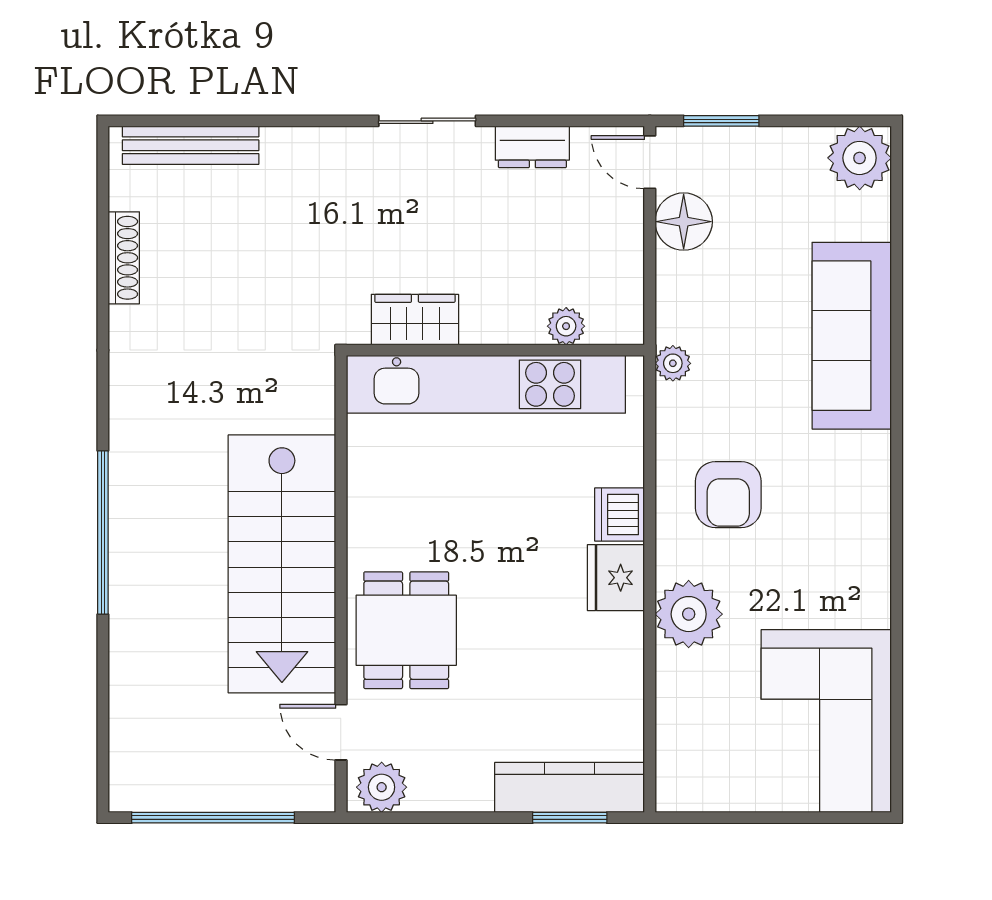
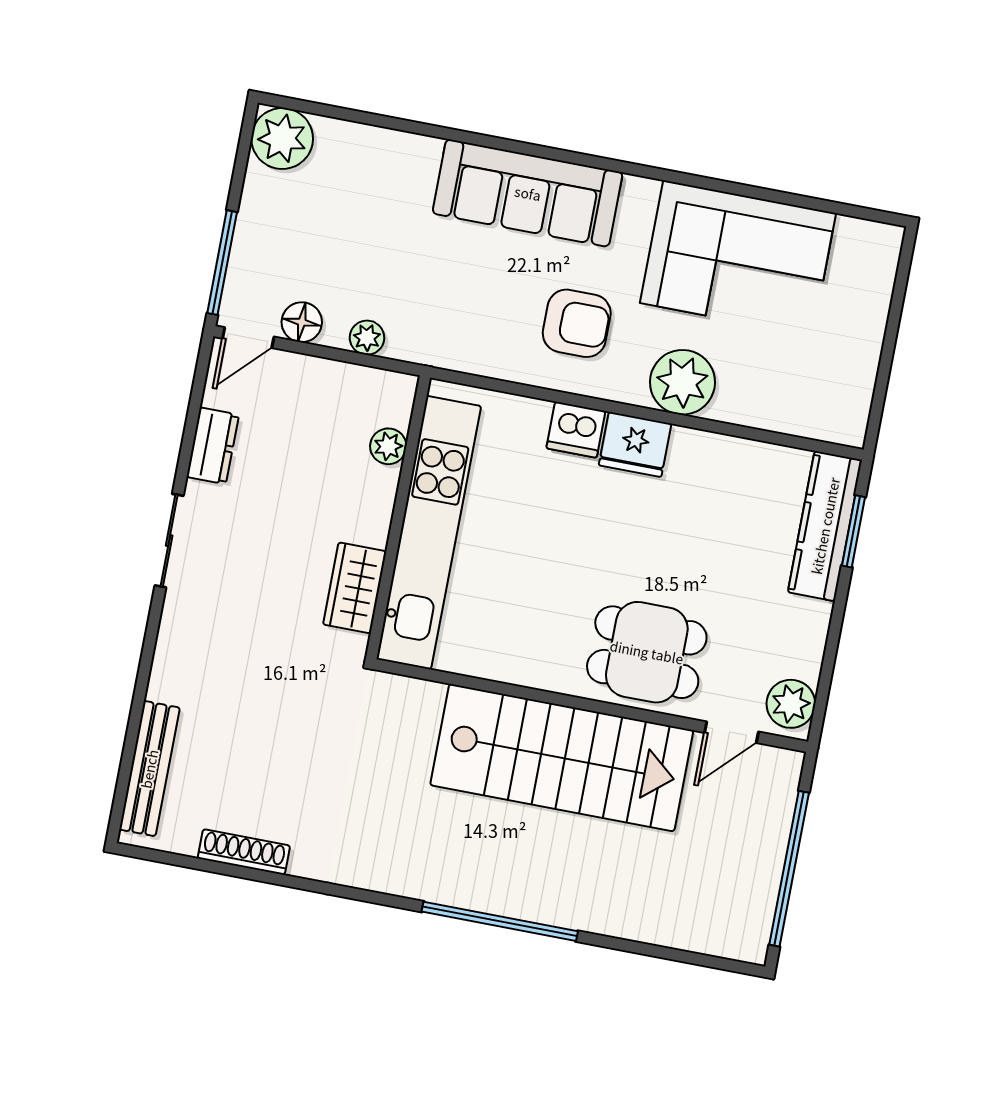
window: (721, 121) -> (222, 263), width x1.44
floor lamp: (684, 222) -> (302, 322), width x0.73, depth x0.73
sofa: (852, 336) -> (528, 193), moved
plant: (673, 363) -> (367, 338), moved
corner sofa: (826, 721) -> (738, 258), moved

